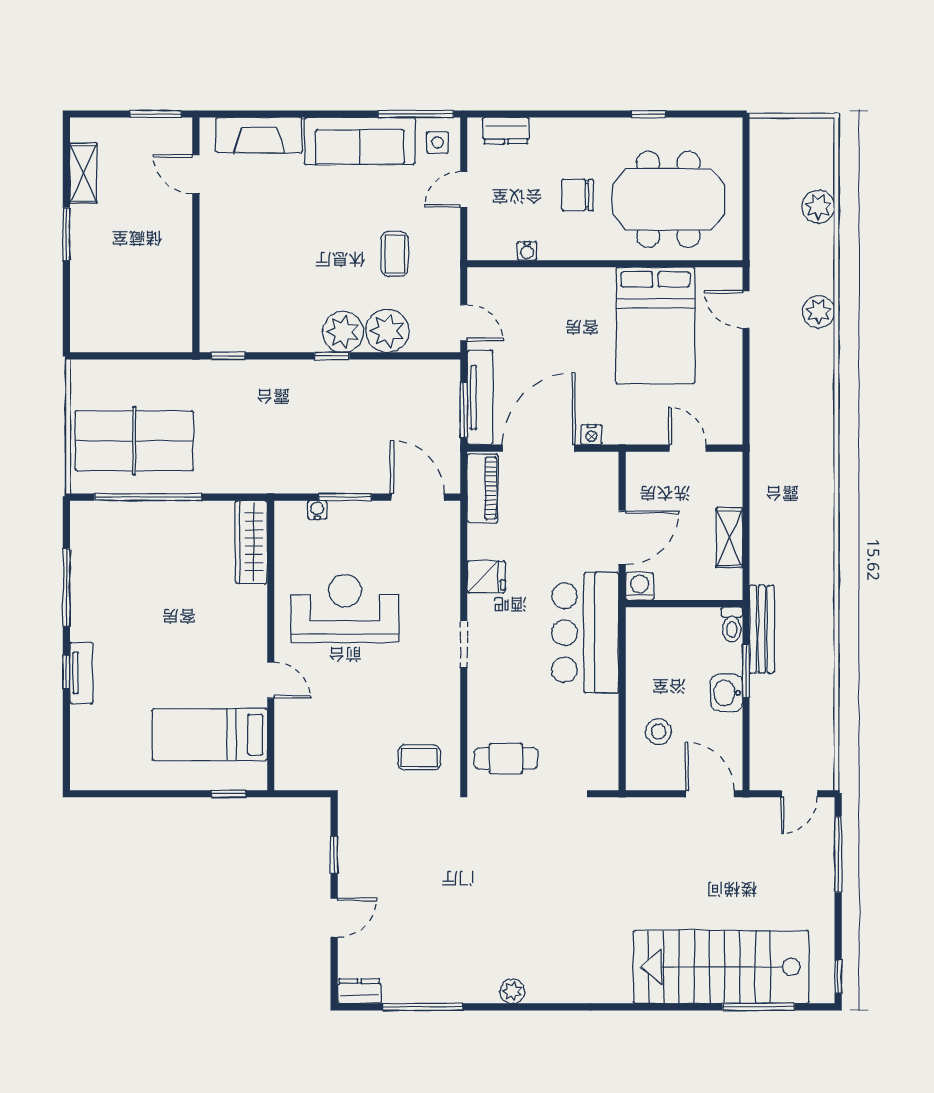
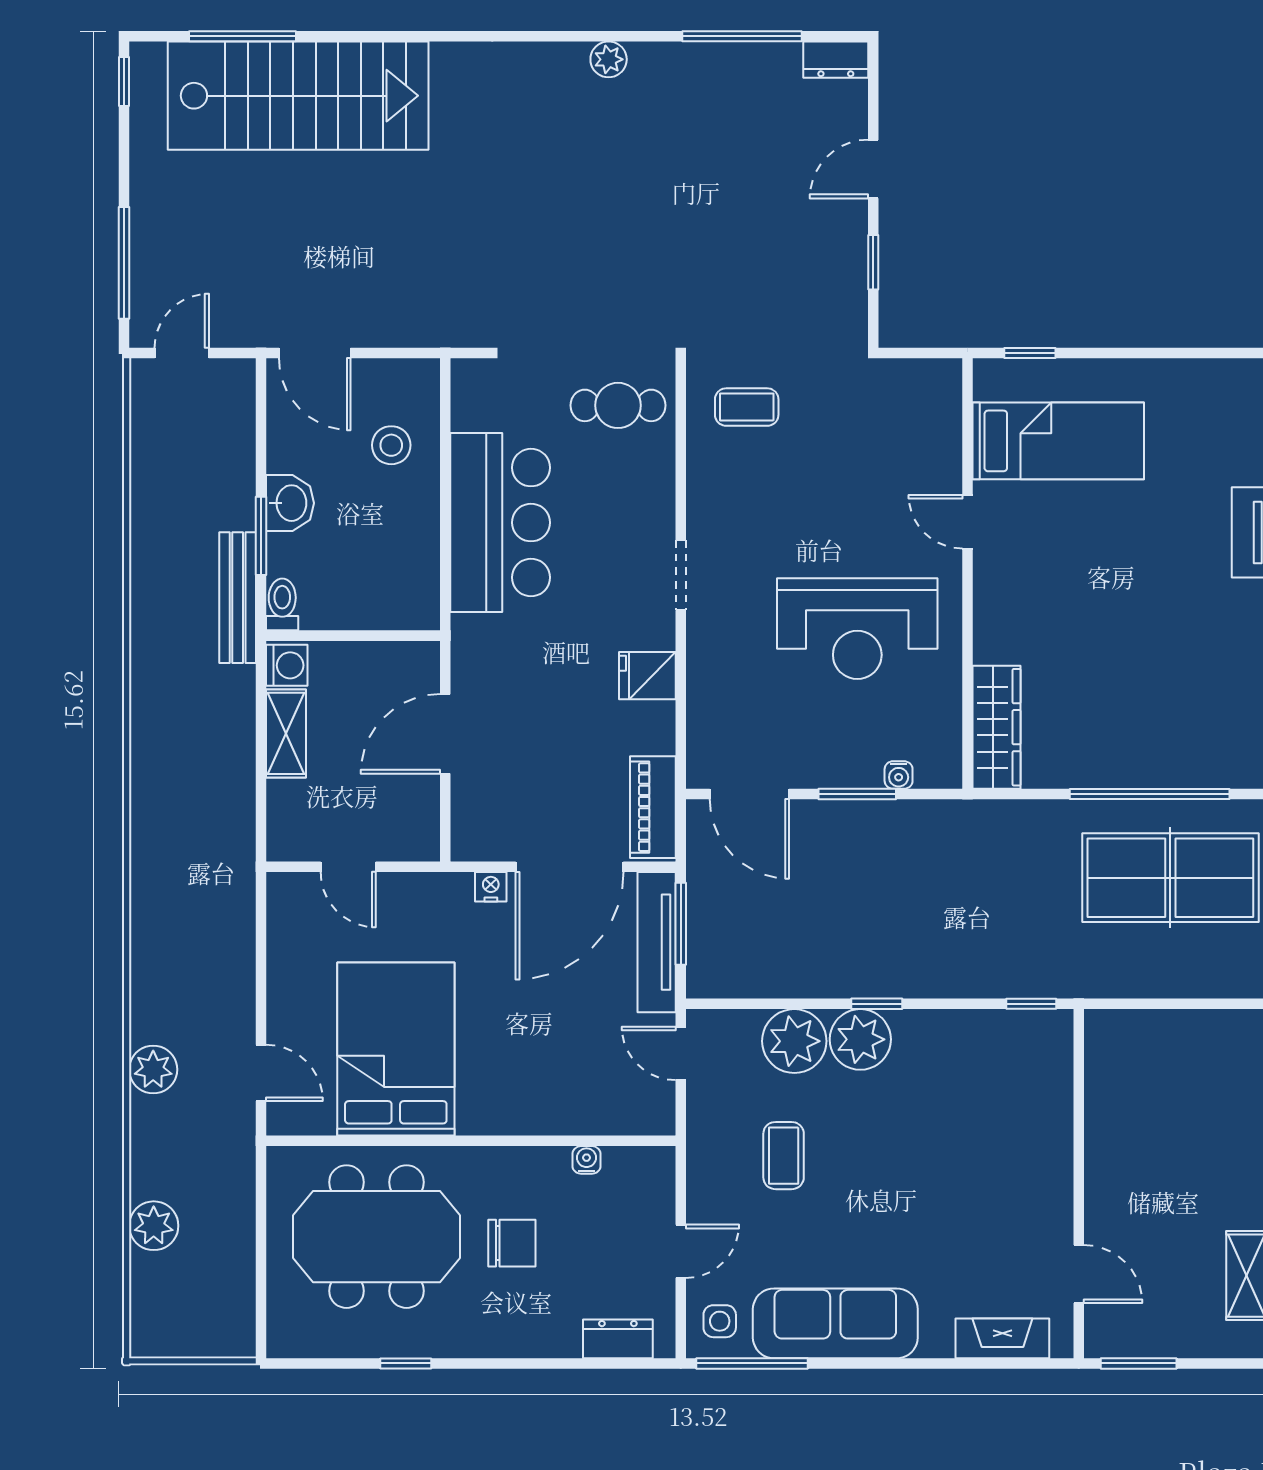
fireplace: (259, 135) -> (1002, 1338), width x0.73, depth x0.76
washing machine: (639, 586) -> (287, 665), moved, turned -90
bar counter: (585, 633) -> (500, 523), moved

